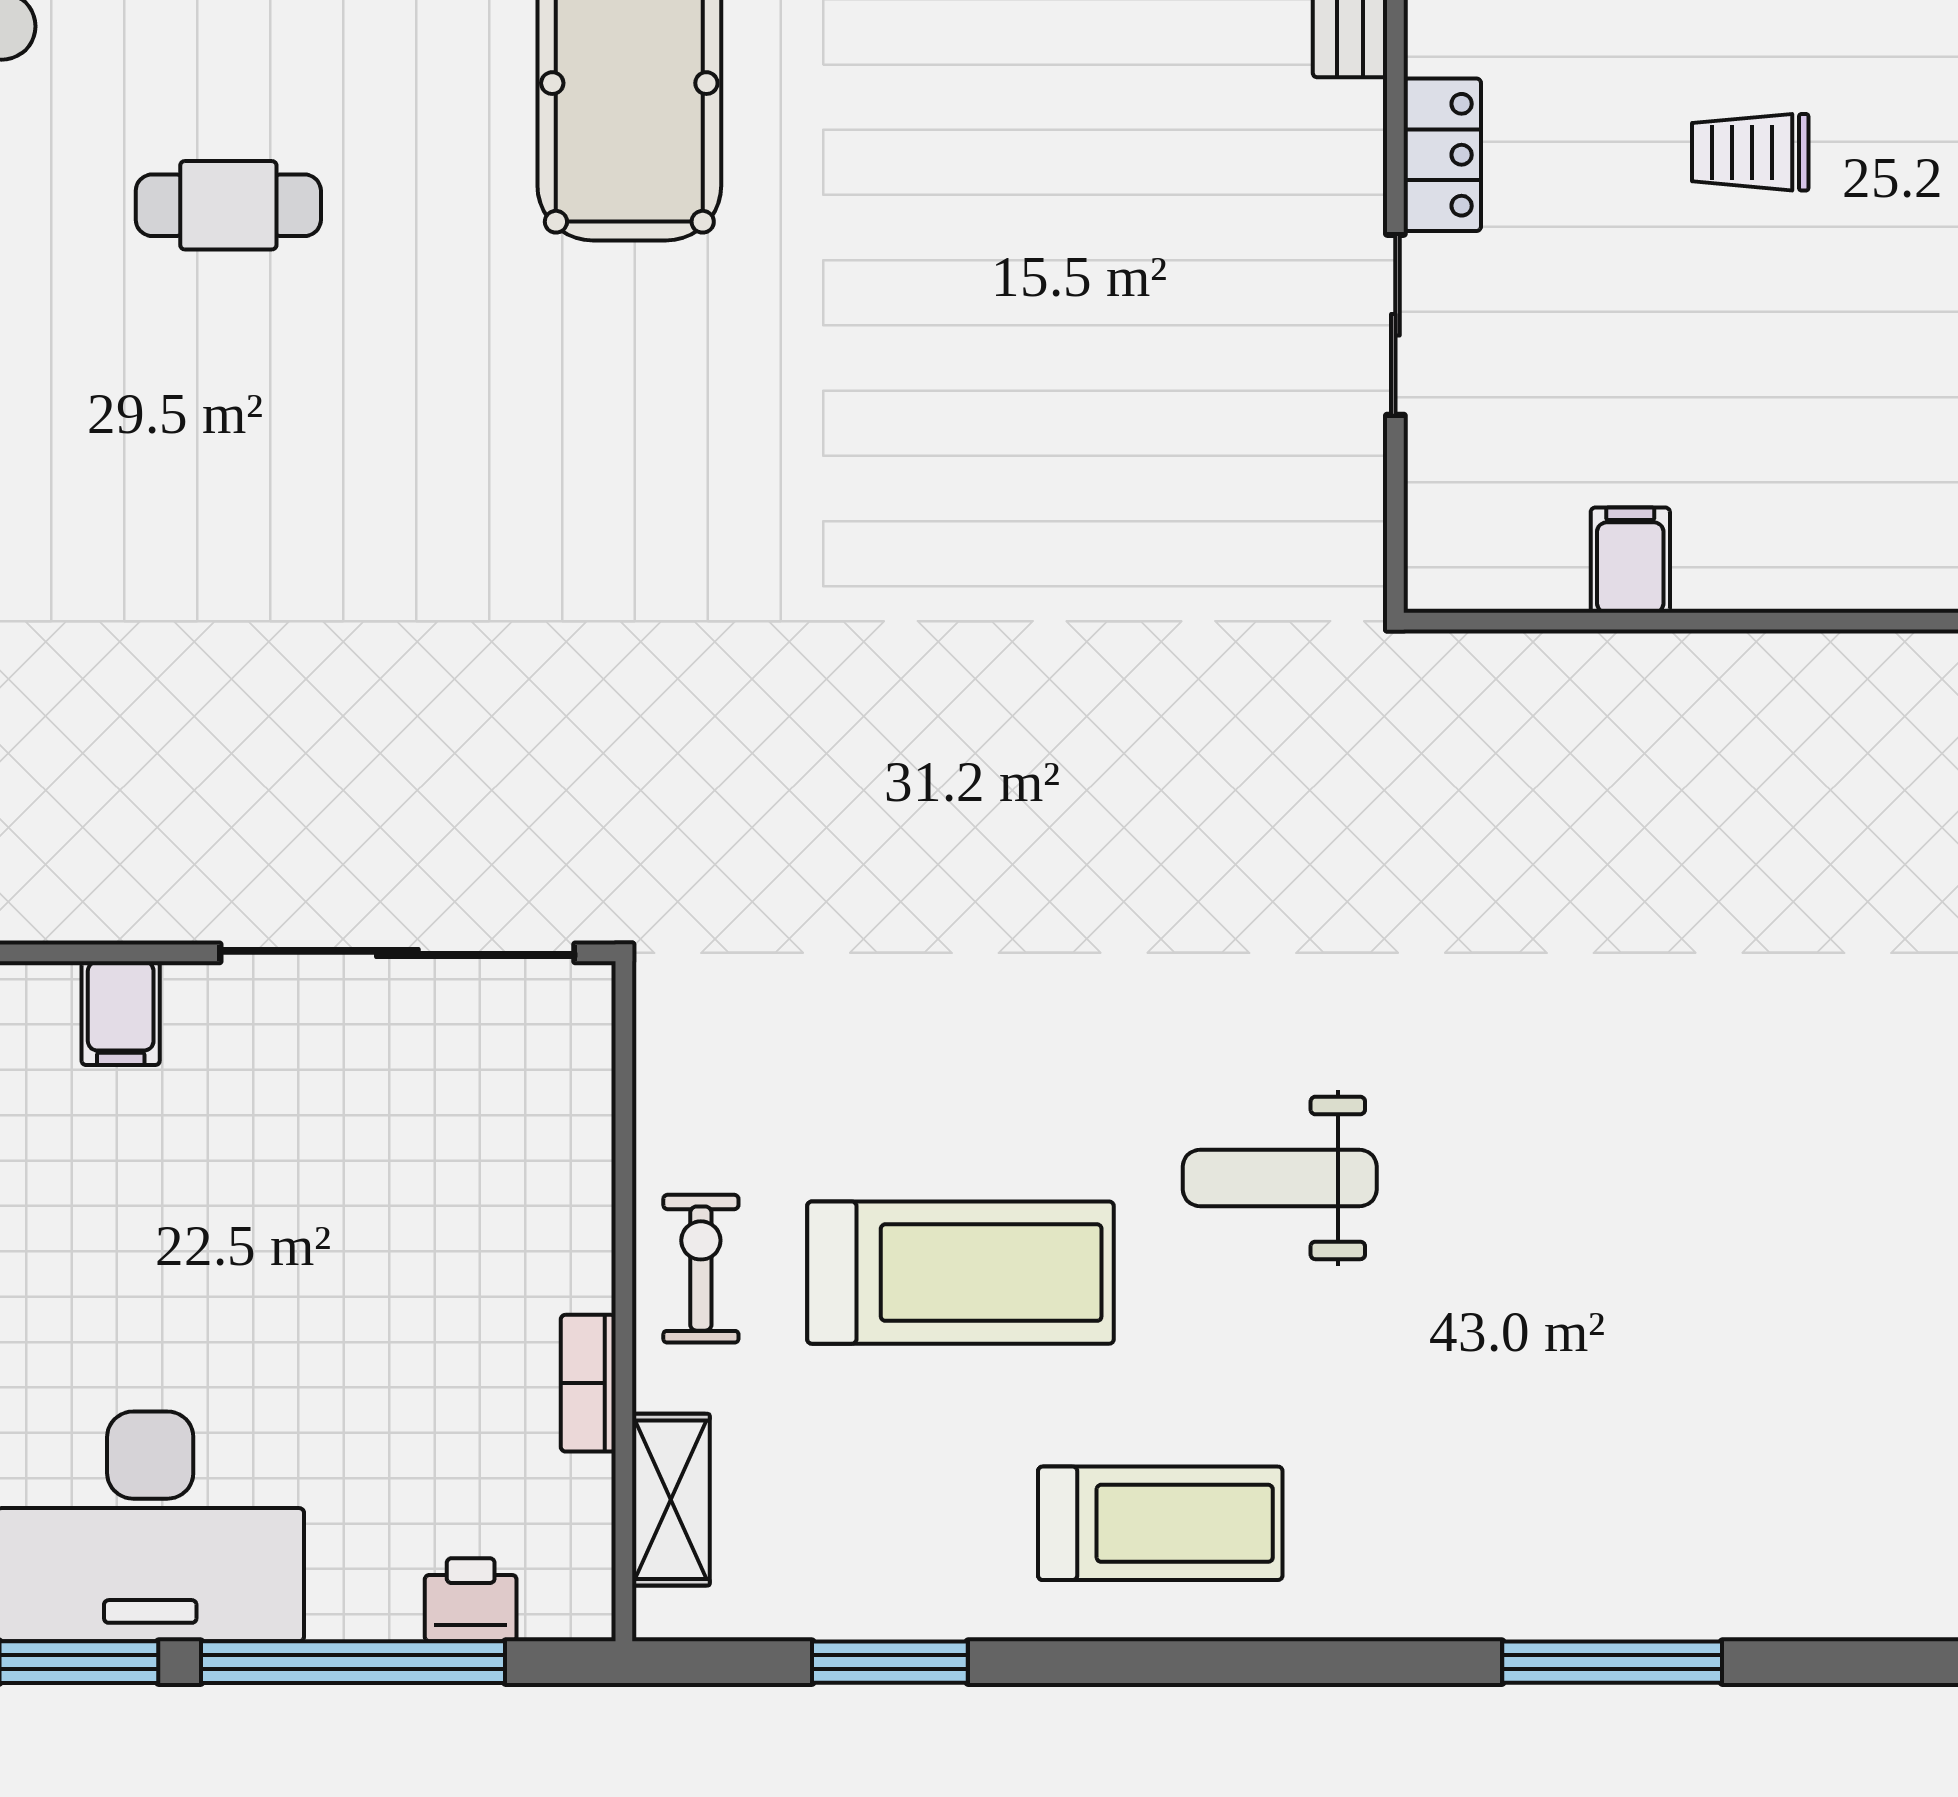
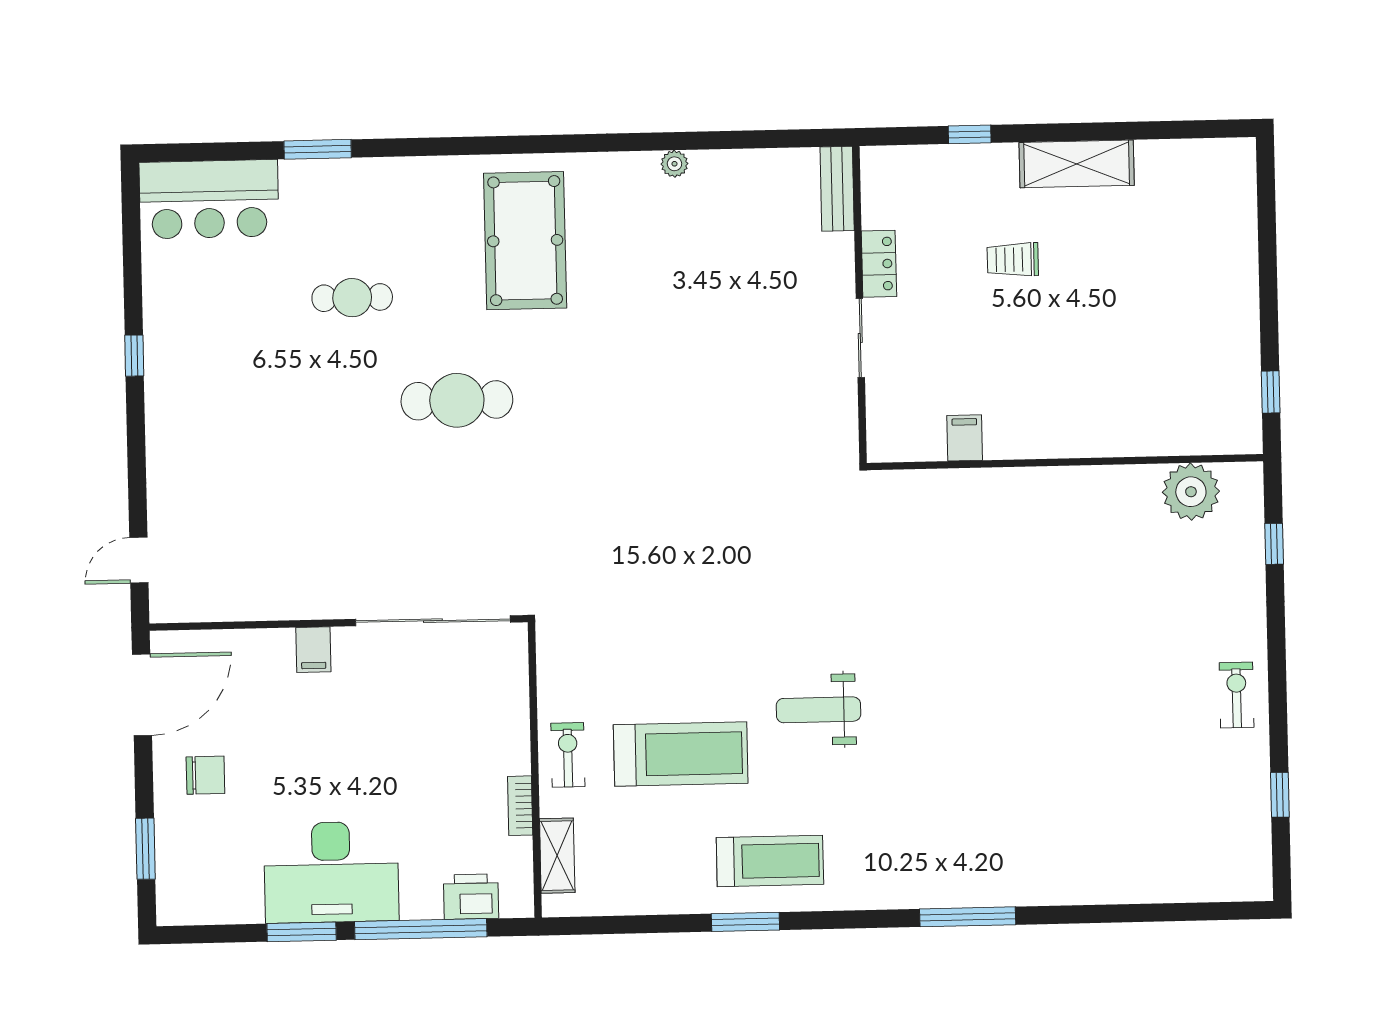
cafe table: (464, 447) -> (457, 400), added
printer: (471, 1600) -> (471, 897), width x1.36, depth x1.24
window: (890, 1662) -> (745, 922), moved

